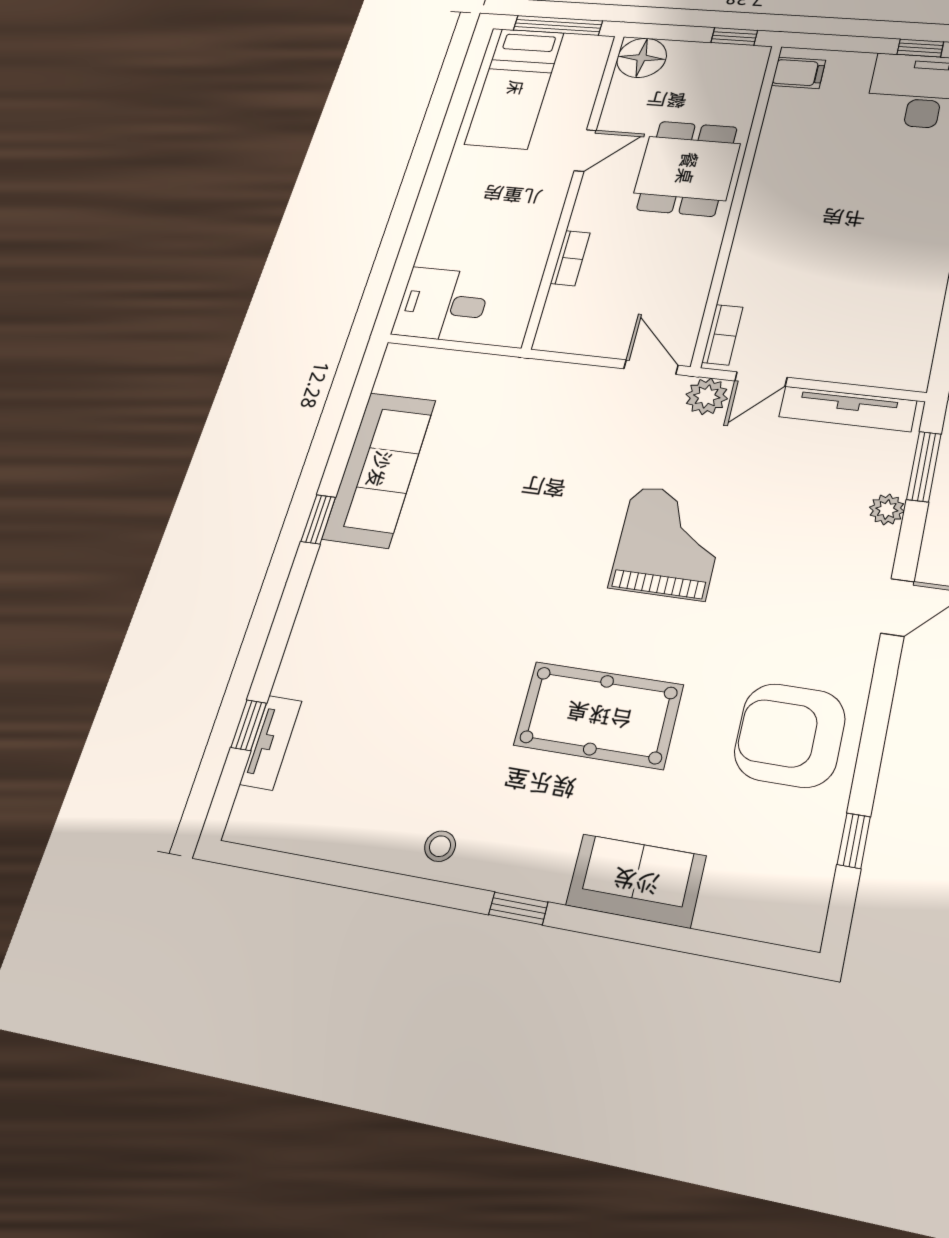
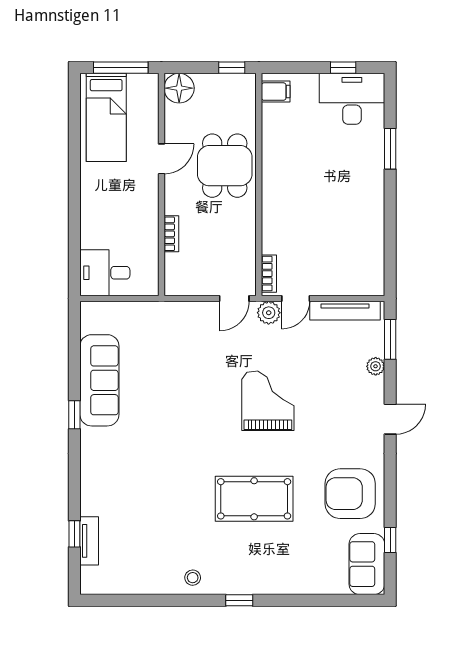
door: (651, 367) -> (234, 299), swing flipped
sofa: (636, 881) -> (367, 564), moved, turned -90

